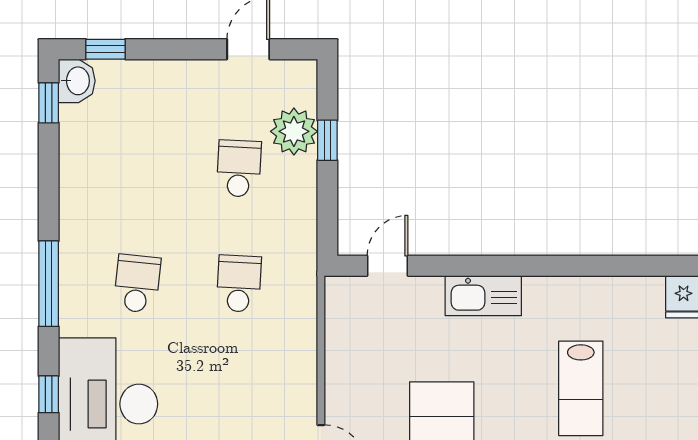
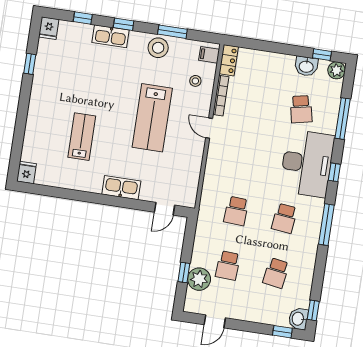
school desk: (137, 168) -> (276, 273), added

